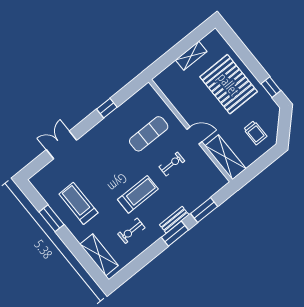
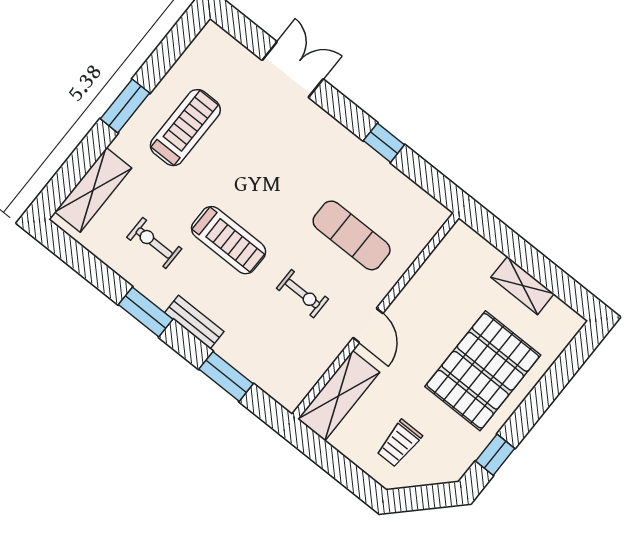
window: (52, 218) -> (125, 106), moved
window: (175, 234) -> (146, 312), moved

